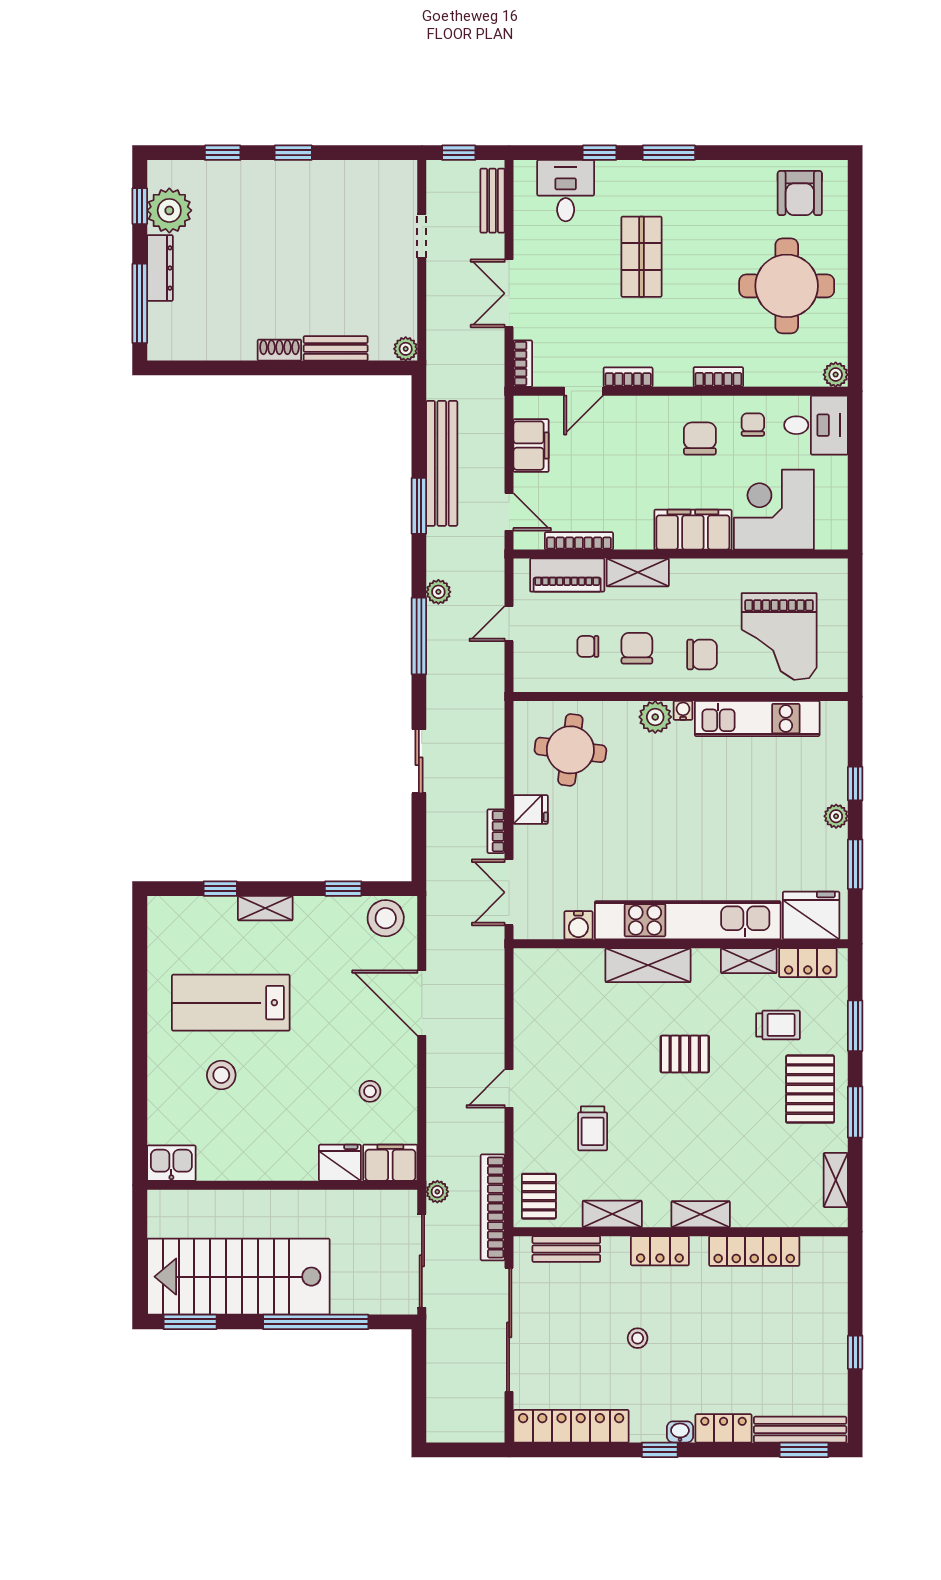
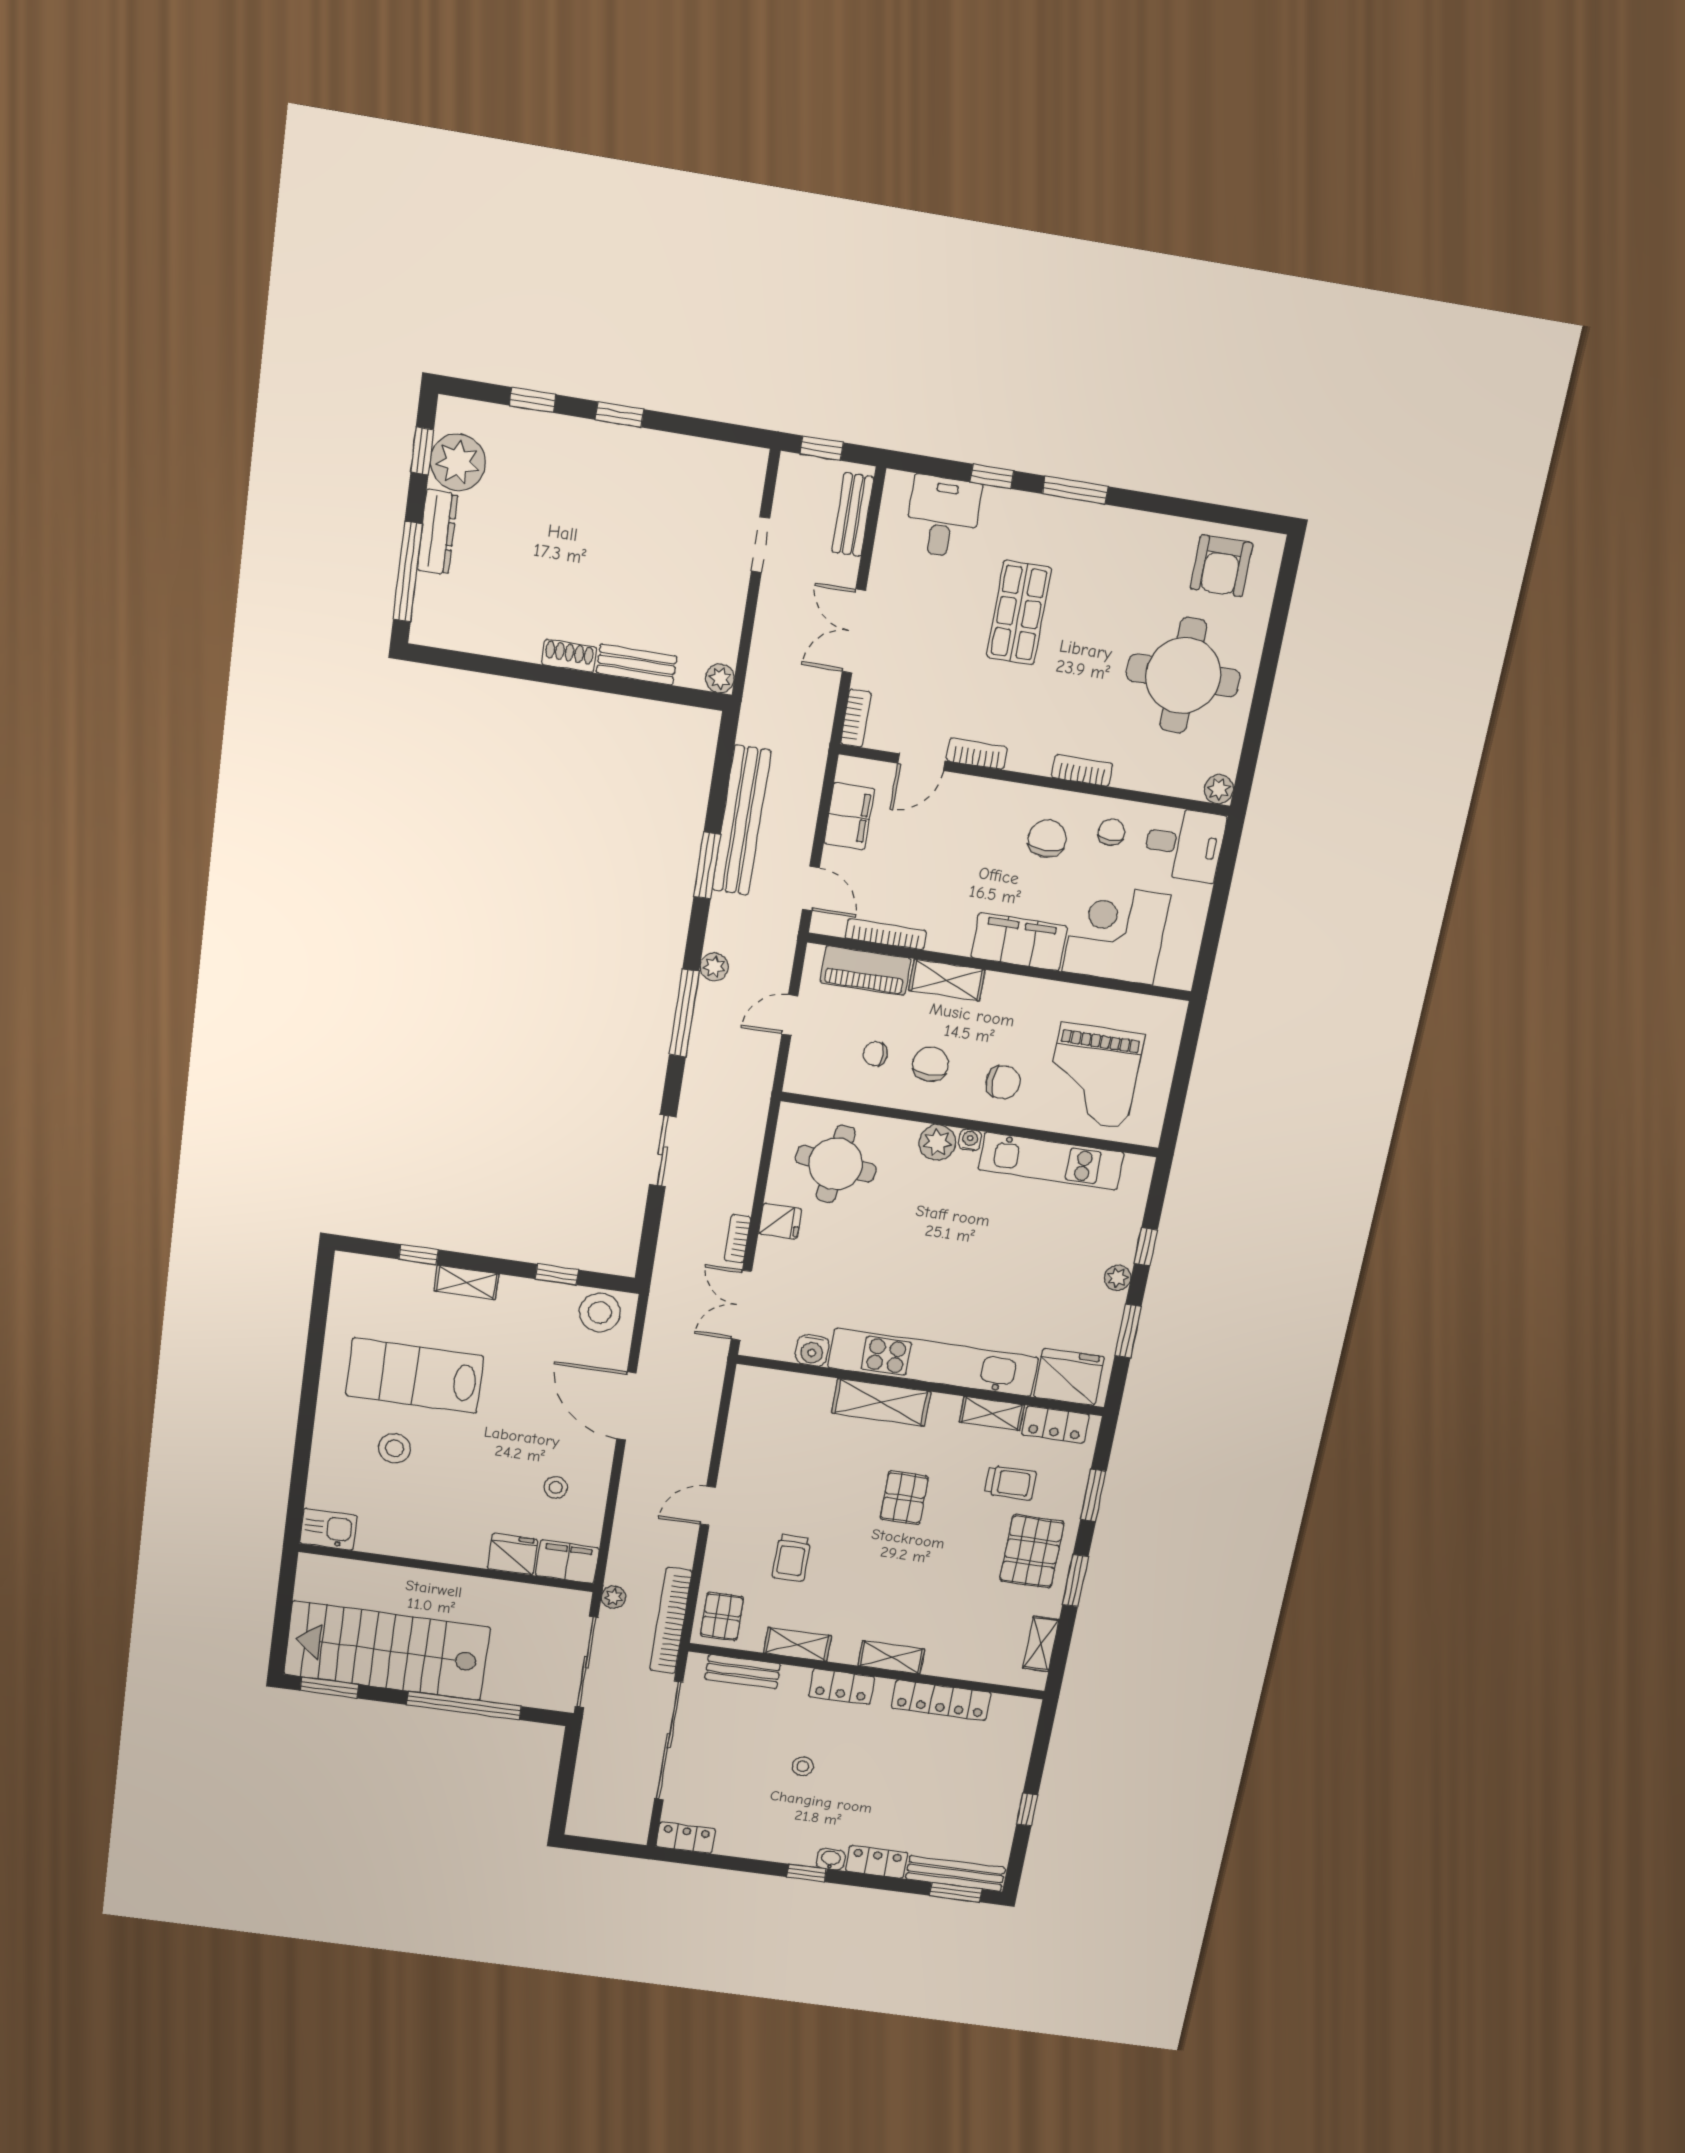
pallet: (685, 1054) -> (904, 1498), turned 90
locker: (571, 1426) -> (686, 1838), width x0.46, depth x0.83

